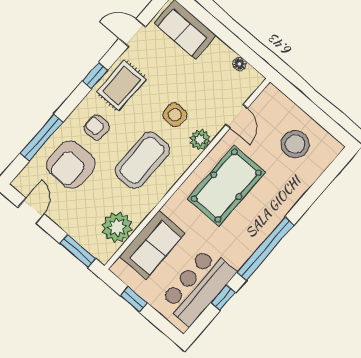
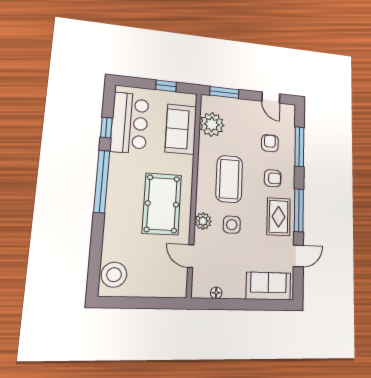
window: (95, 75) -> (299, 210), width x2.17
stool: (295, 144) -> (114, 275), moved
armchair: (71, 165) -> (270, 143), width x0.53, depth x0.53

